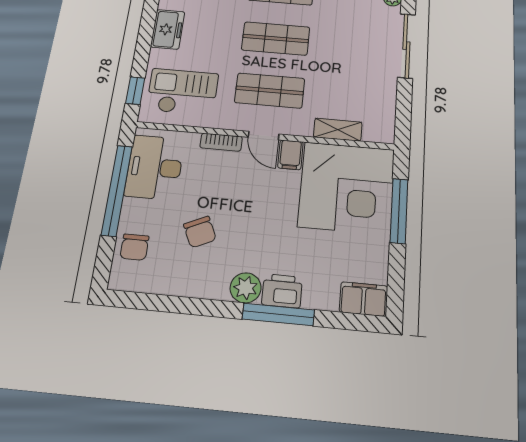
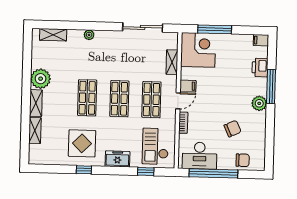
sliding door: (406, 46) -> (143, 27), moved
window: (135, 91) -> (146, 171), moved
corner desk: (347, 188) -> (198, 50), width x0.74, depth x0.74
printer: (282, 291) -> (260, 67), moved
filing cabinet: (364, 299) -> (261, 40), width x0.50

